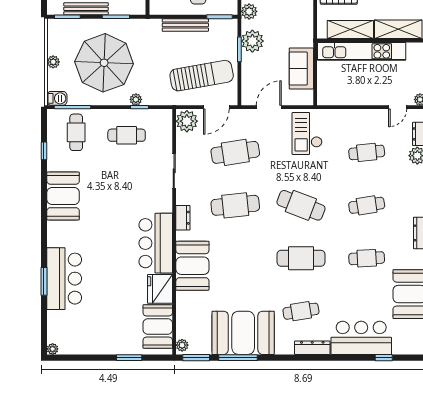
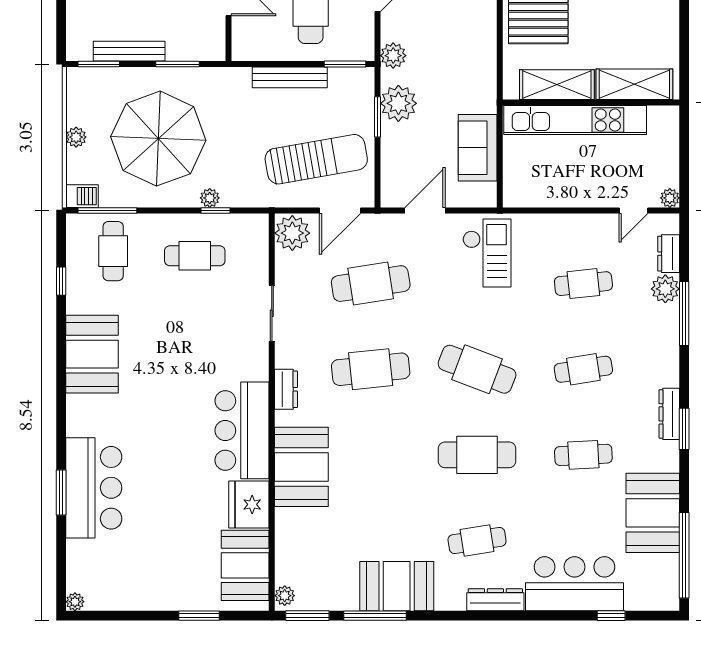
checkout: (307, 133) -> (487, 253), turned 180
booth: (243, 333) -> (397, 586), width x0.73, depth x0.70

